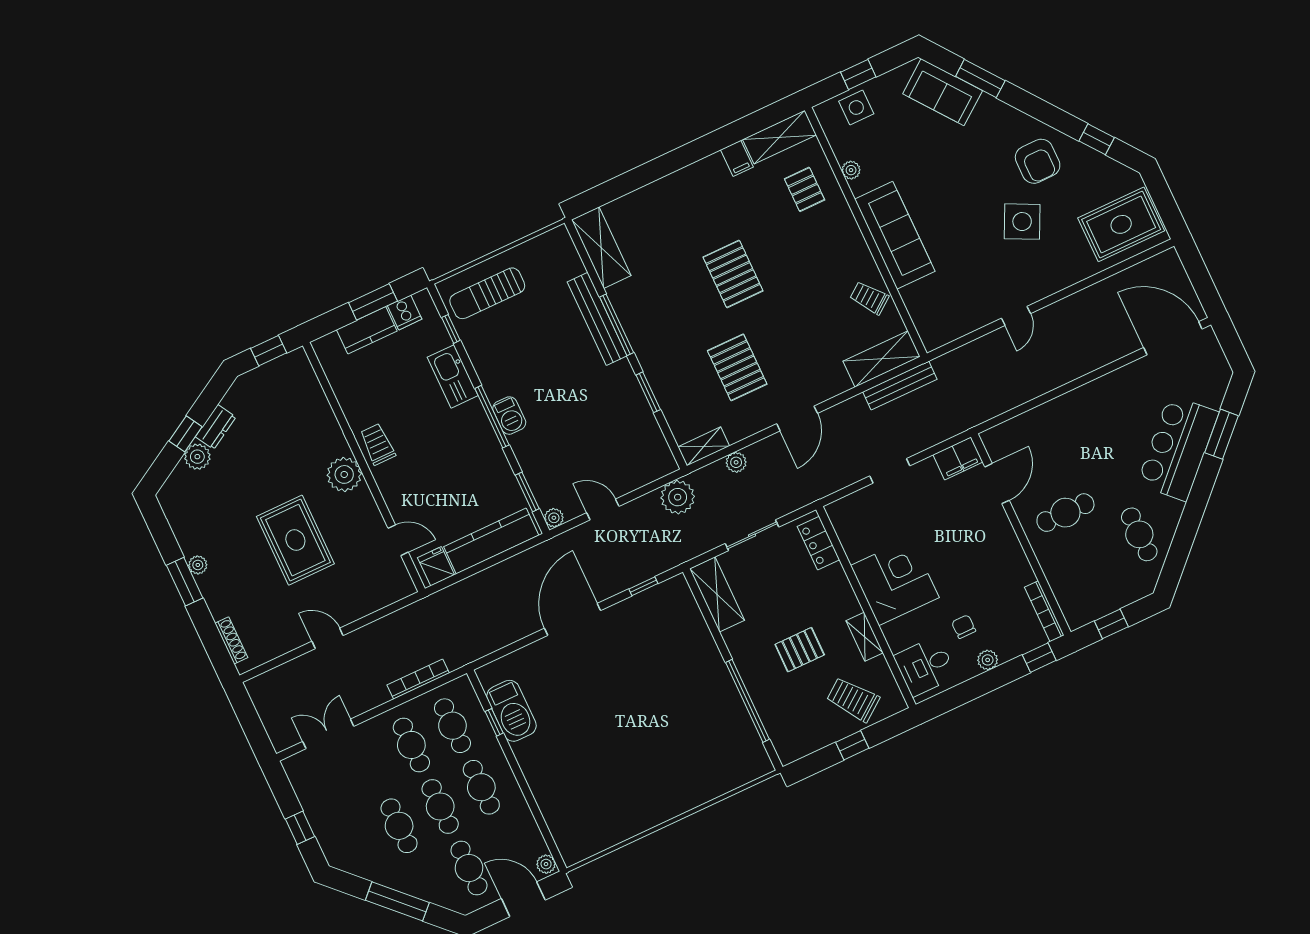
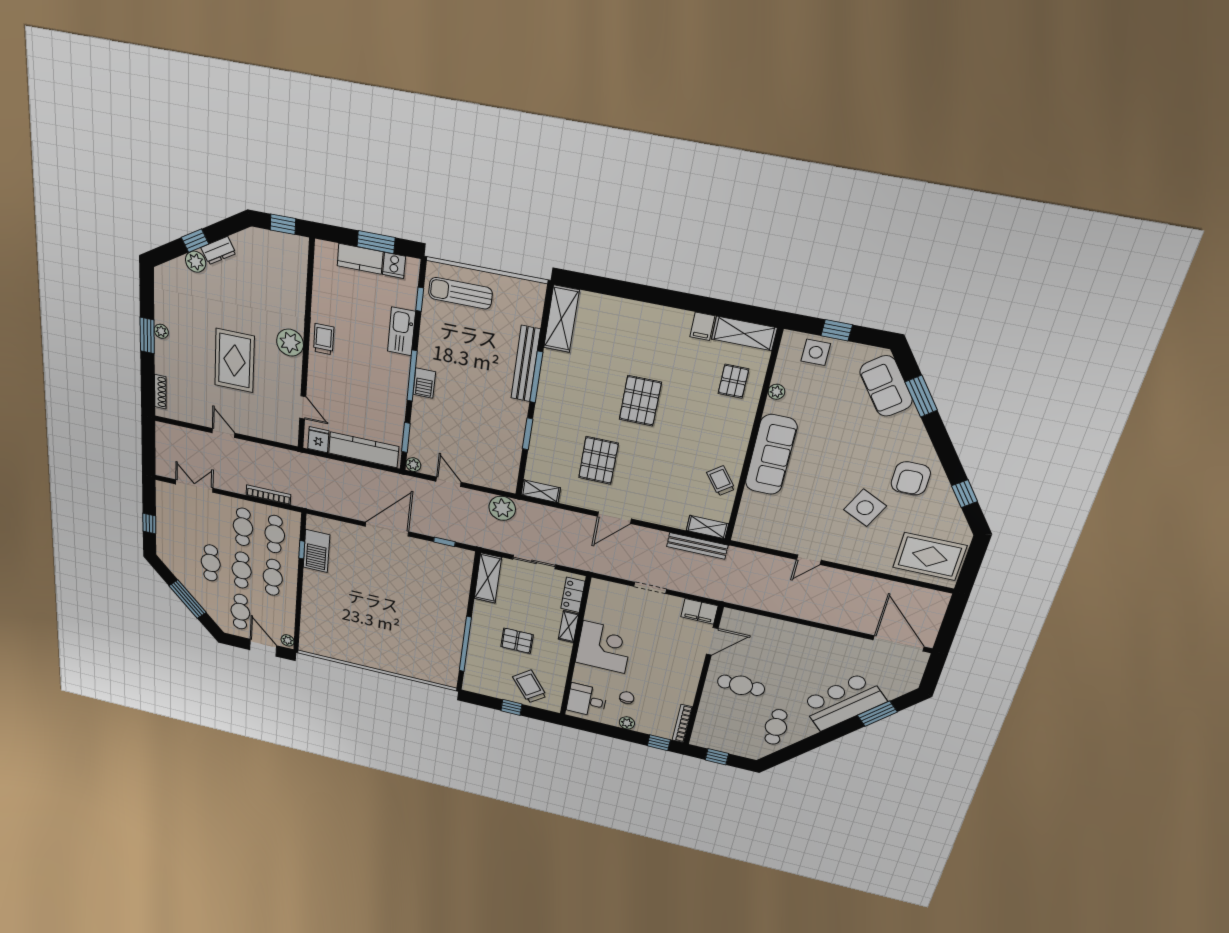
shelving: (882, 359) -> (707, 527), width x0.67, depth x0.75
plant: (736, 462) -> (555, 515), removed
shelving: (865, 637) -> (569, 627), moved

